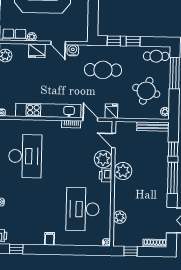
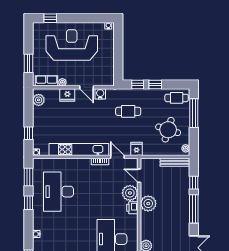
cafe table: (103, 70) -> (128, 111), width x0.73, depth x0.74
desk: (25, 156) -> (59, 192), turned 180

